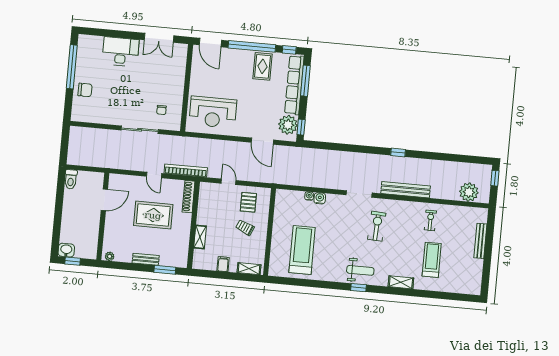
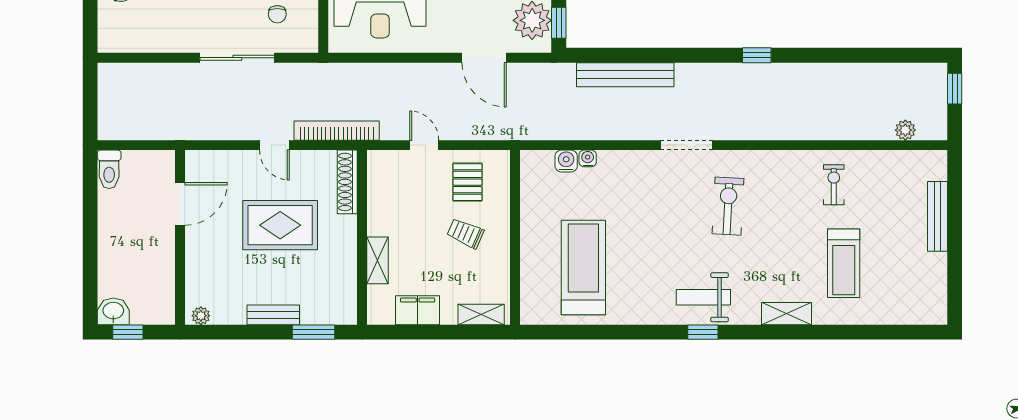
bench: (406, 190) -> (625, 75), moved
plant: (469, 192) -> (905, 130), width x0.53, depth x0.53
water cooler: (320, 198) -> (566, 161), moved
treadmill: (432, 260) -> (844, 263), turned 180
filing cabinet: (223, 264) -> (418, 310), width x2.00
weight bench: (360, 270) -> (703, 297), turned 180

